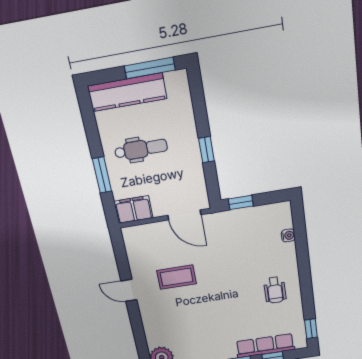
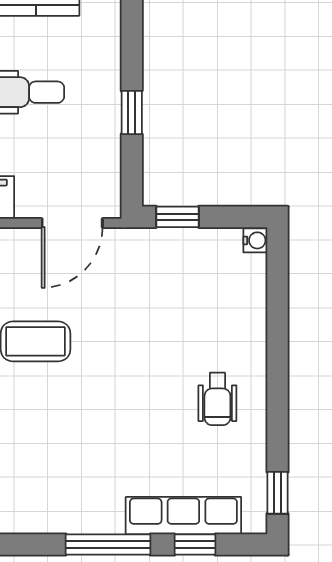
door: (184, 215) -> (72, 223), hinge flipped
water cooler: (288, 235) -> (255, 240), moved

